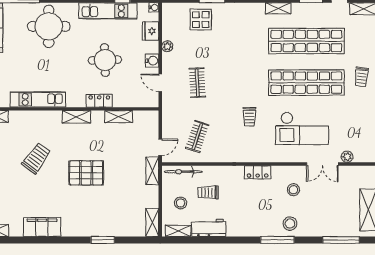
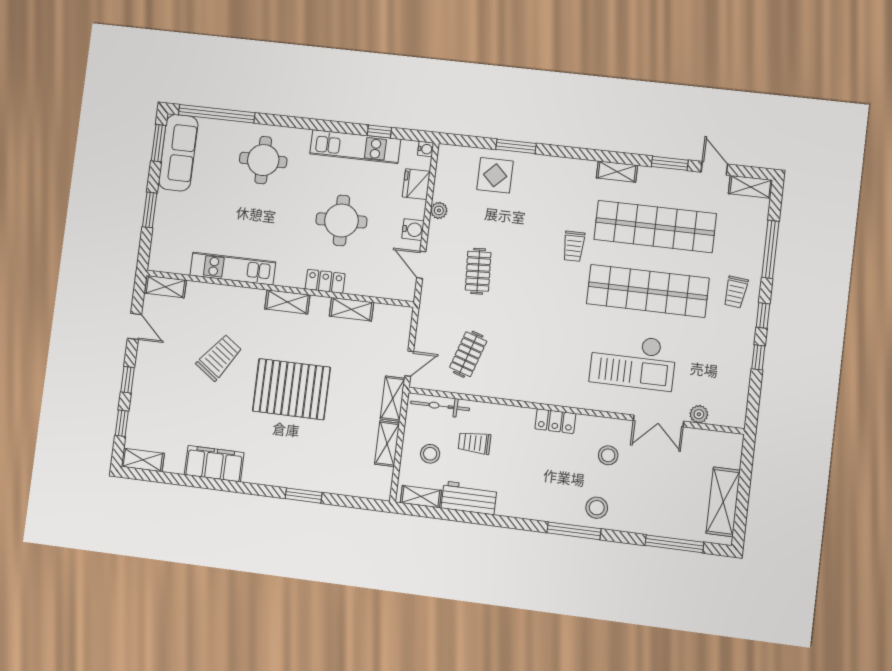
round table: (49, 26) -> (263, 160), width x0.73, depth x0.73
trolley: (249, 117) -> (574, 246), moved
pallet: (86, 173) -> (291, 389), width x1.37, depth x1.41
shelving: (152, 222) -> (387, 444), moved

